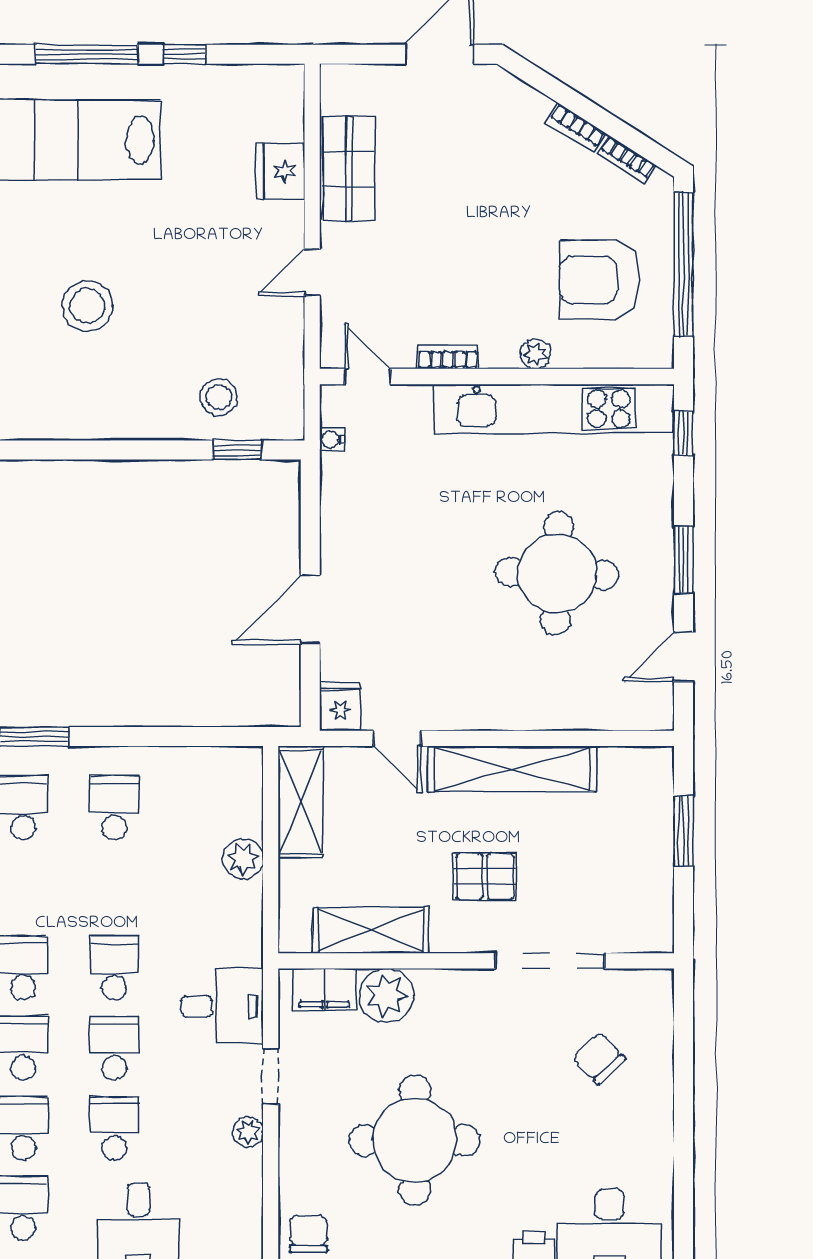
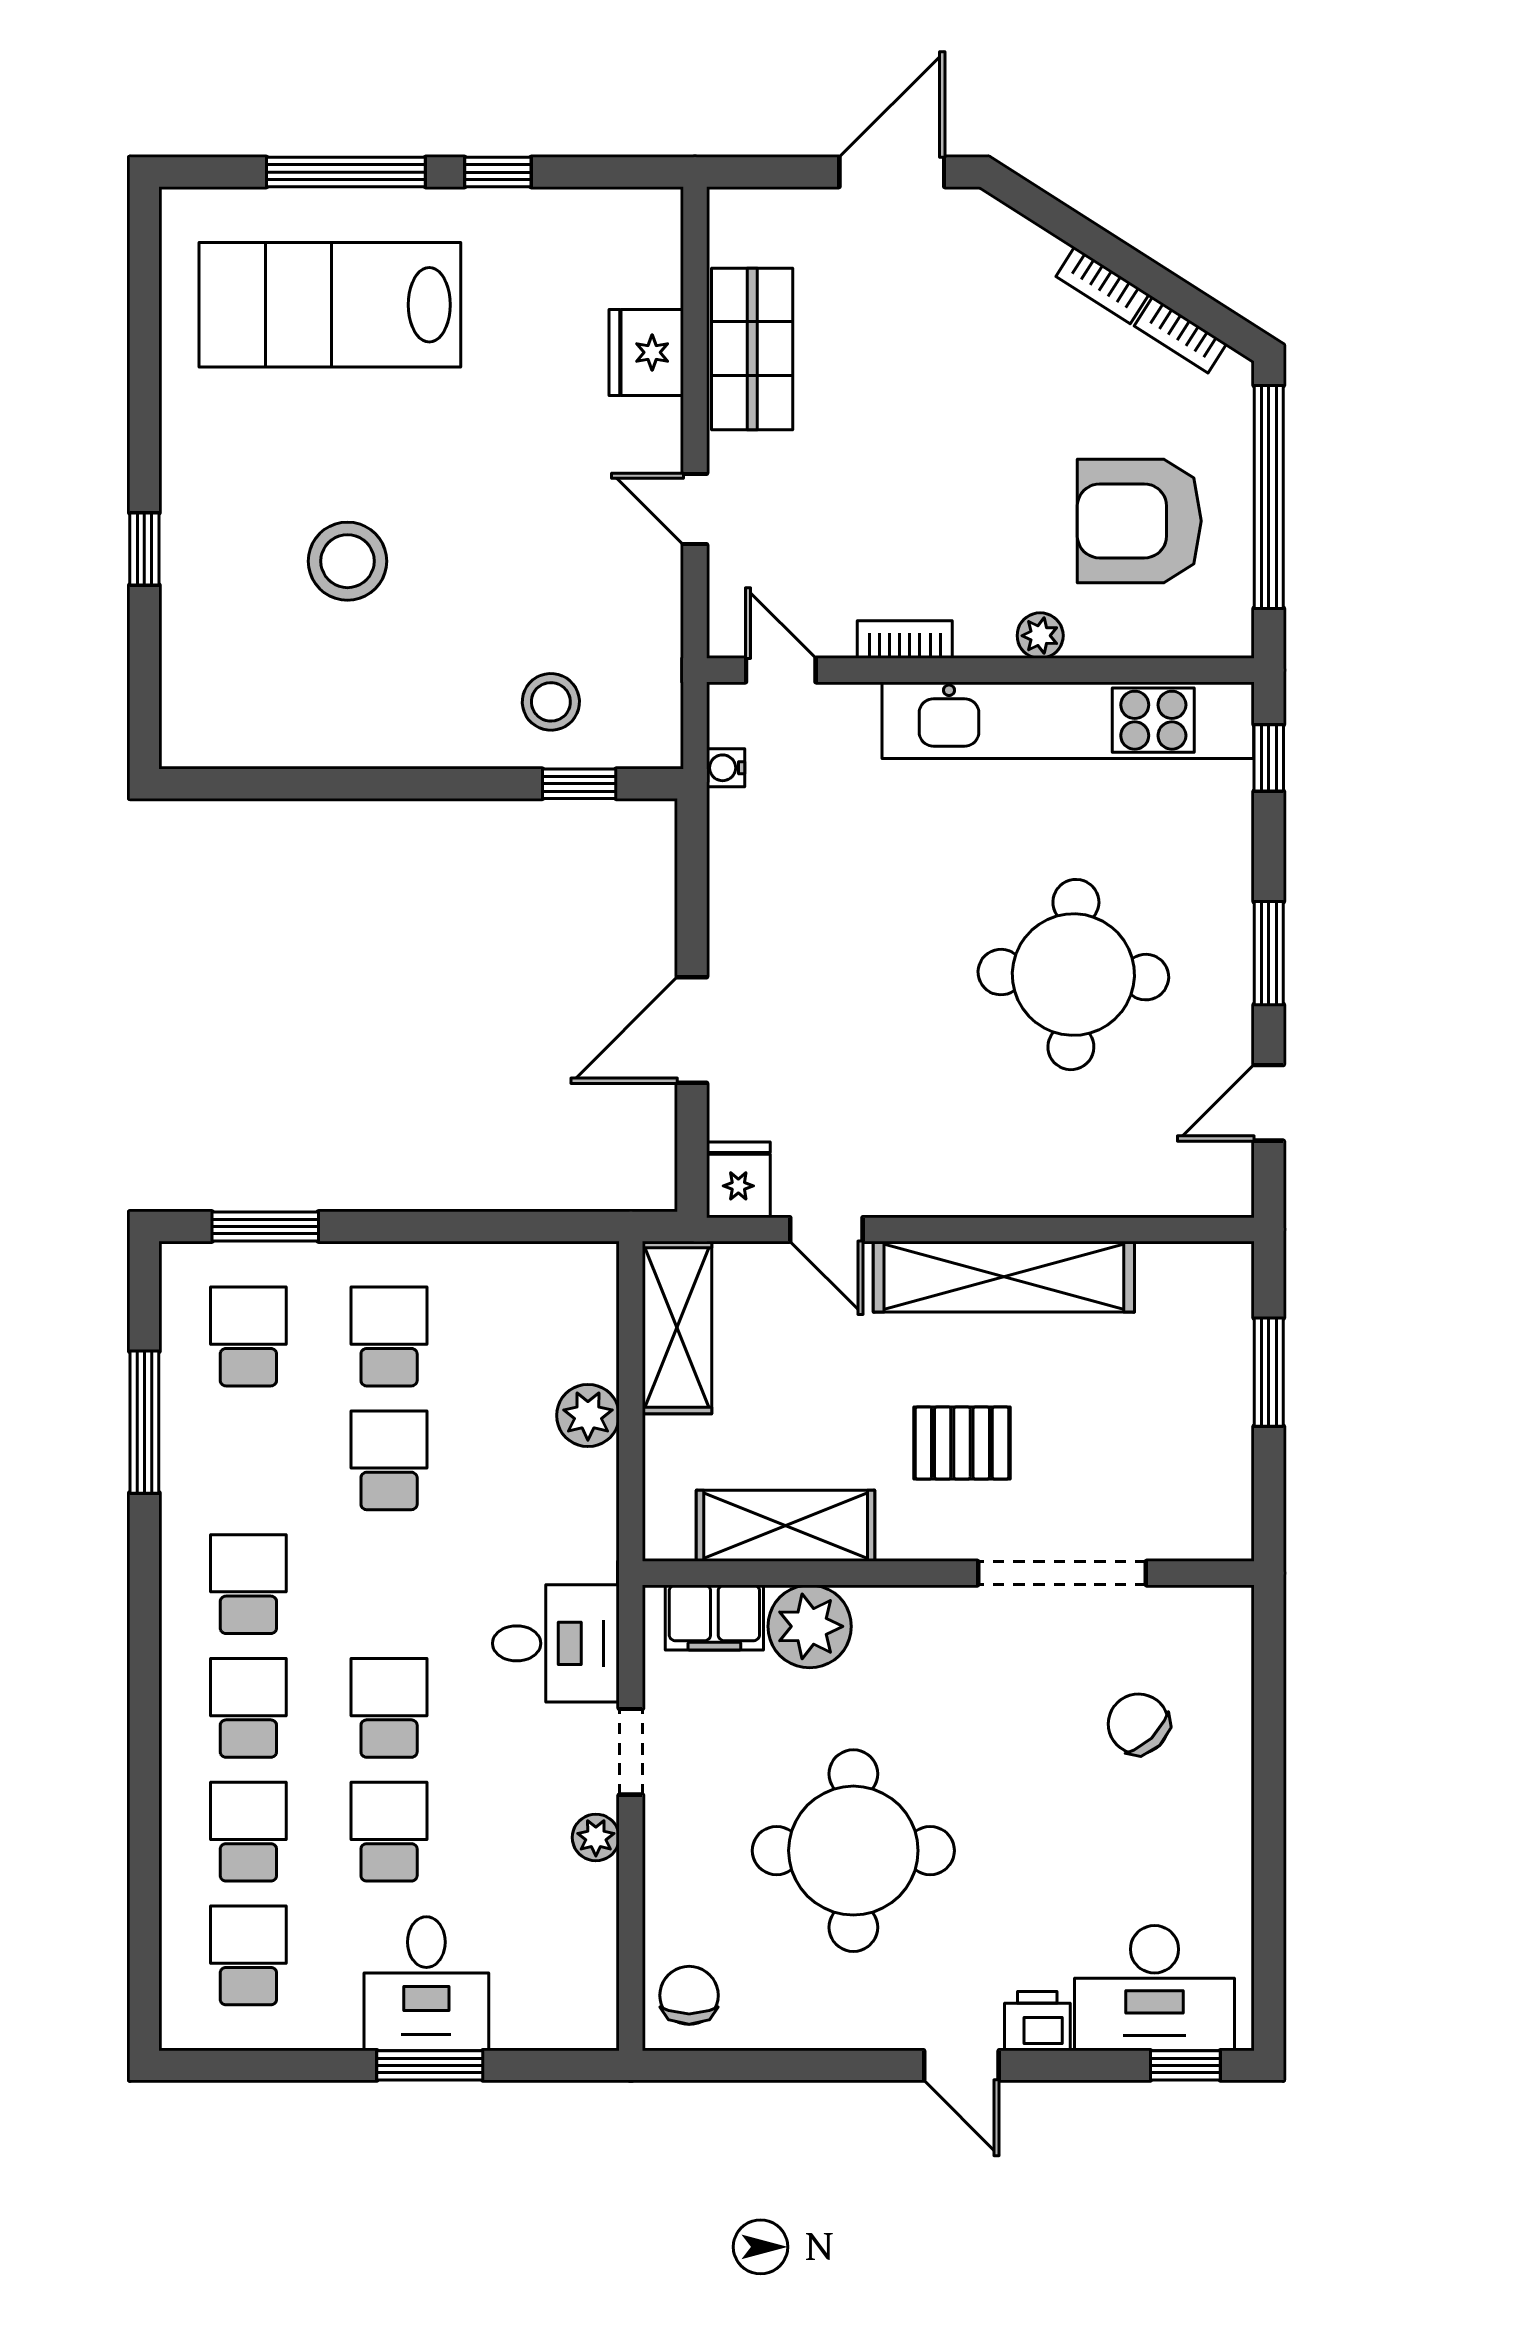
door: (312, 272) -> (695, 509), hinge flipped
school desk: (114, 968) -> (389, 1460), moved

